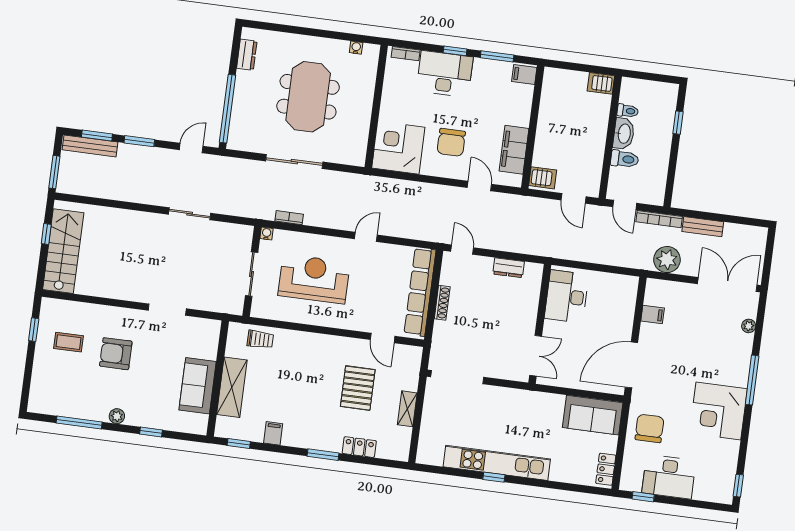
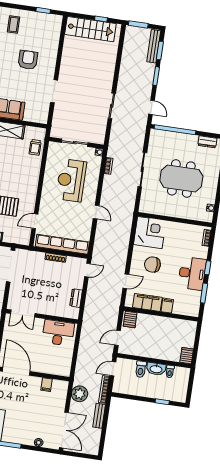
desk: (445, 74) -> (192, 273), moved
filing cabinet: (524, 75) -> (167, 306), moved
reception desk: (314, 279) -> (71, 180), turned 180
coffee table: (69, 342) -> (14, 24), moved

